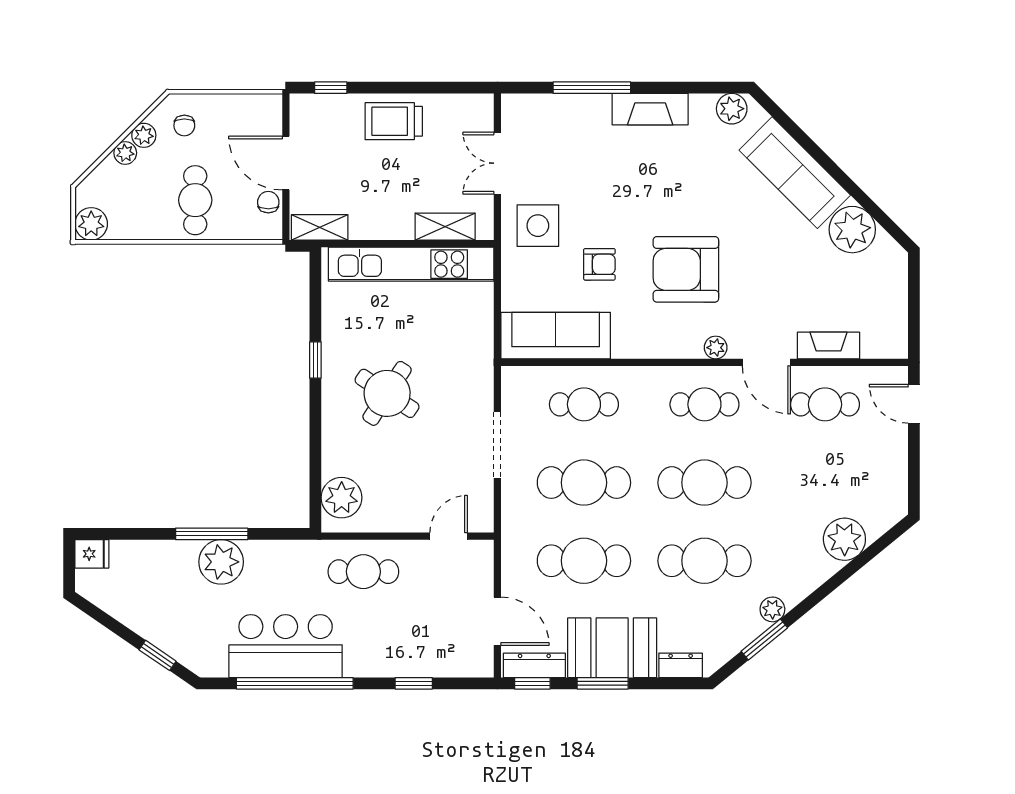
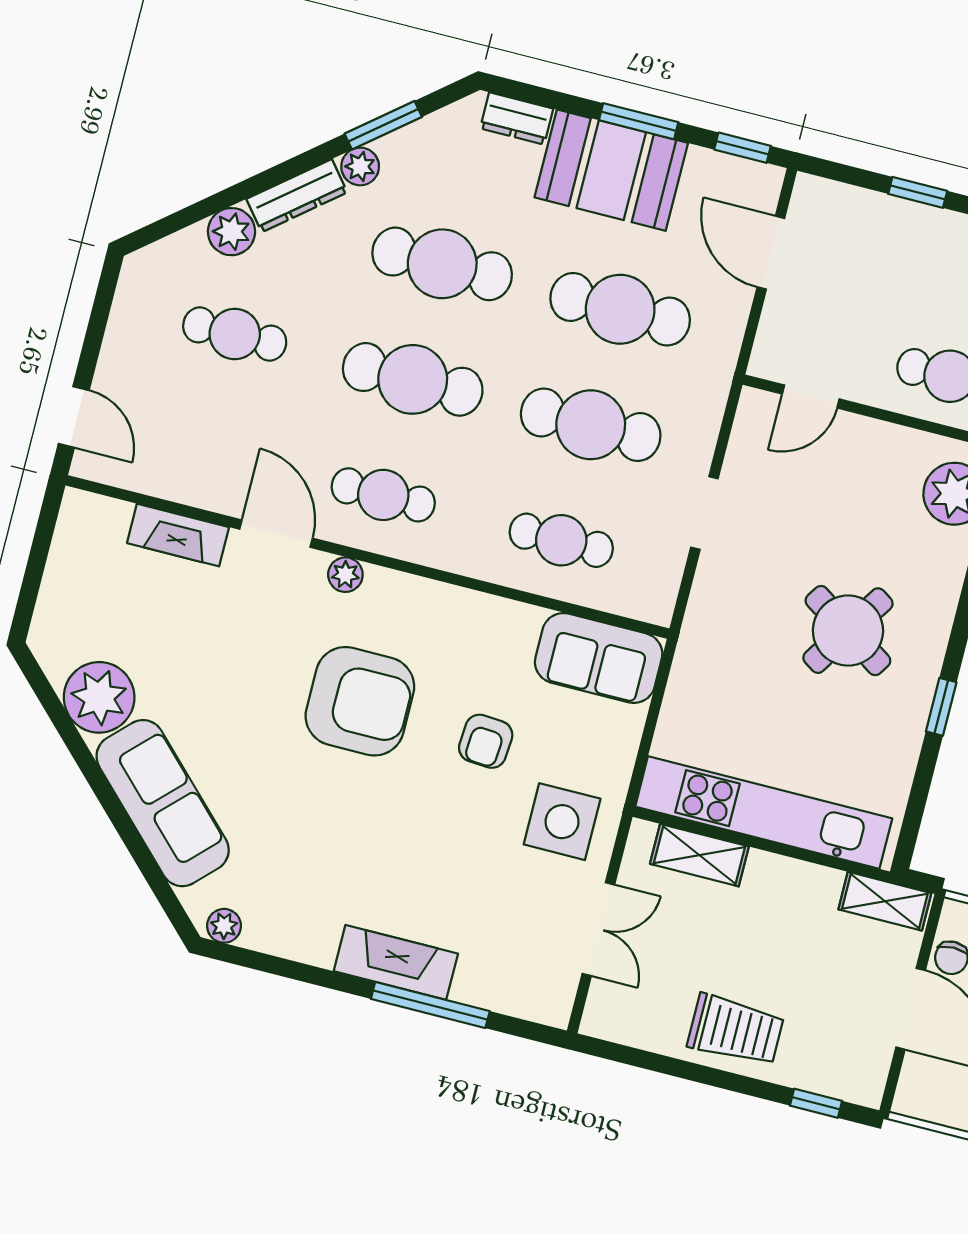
fireplace: (650, 109) -> (396, 962), moved
plant: (732, 109) -> (224, 926), width x0.73, depth x0.73
armchair: (599, 264) -> (486, 741), turned -86
sofa: (556, 336) -> (599, 658), width x0.73
cafe table: (825, 404) -> (235, 334), moved
doorway: (497, 445) -> (704, 513), width x0.73
plant: (844, 539) -> (231, 232), width x0.73, depth x0.73
dresser: (534, 665) -> (297, 196), moved, turned -39

